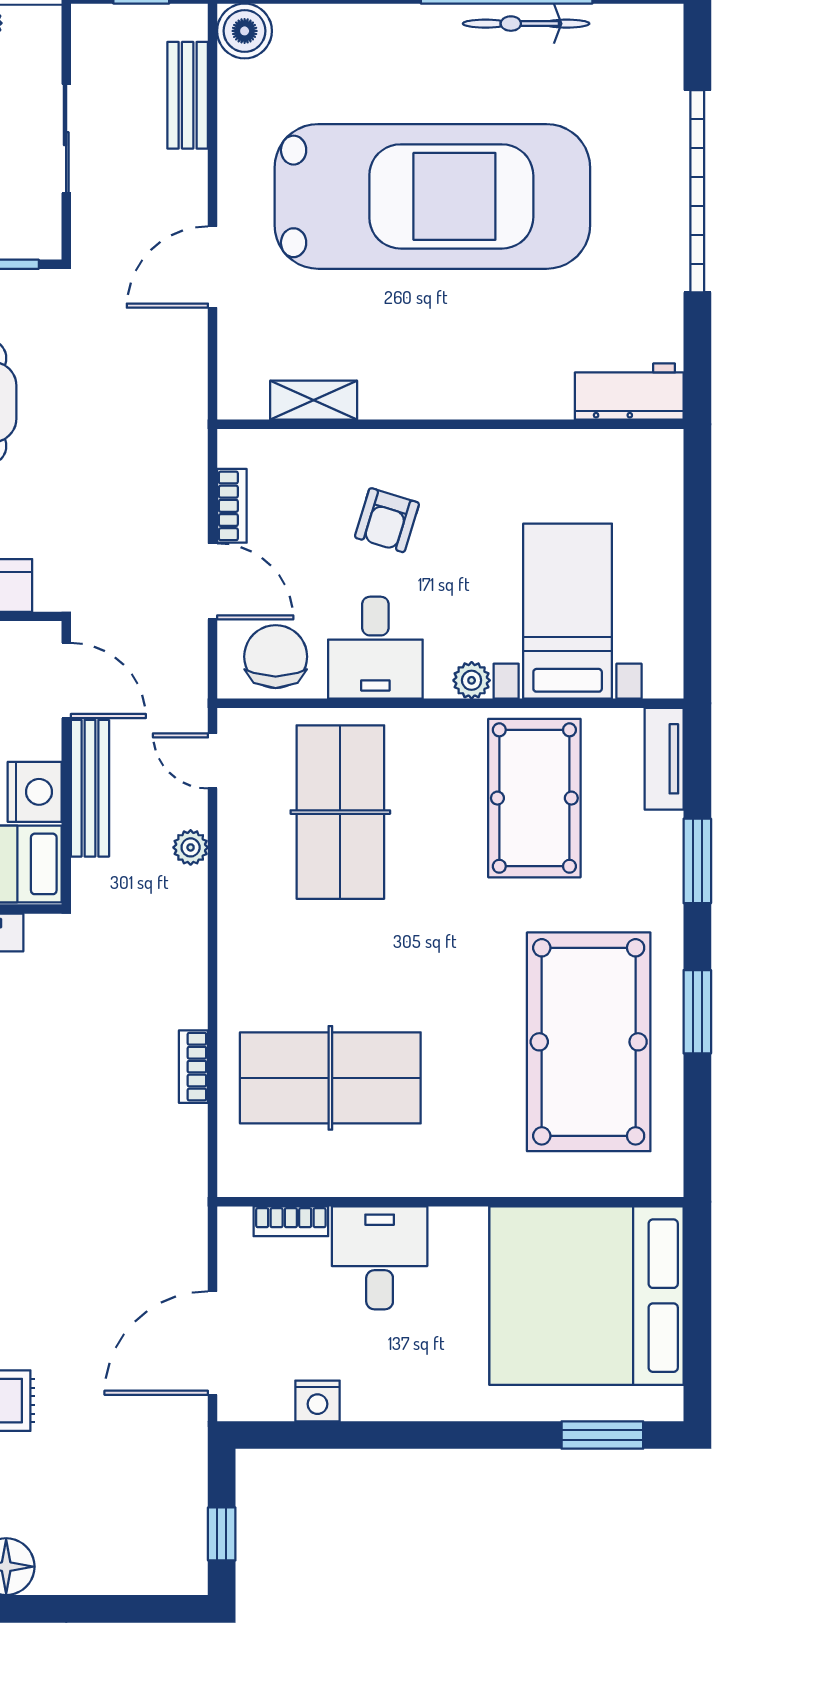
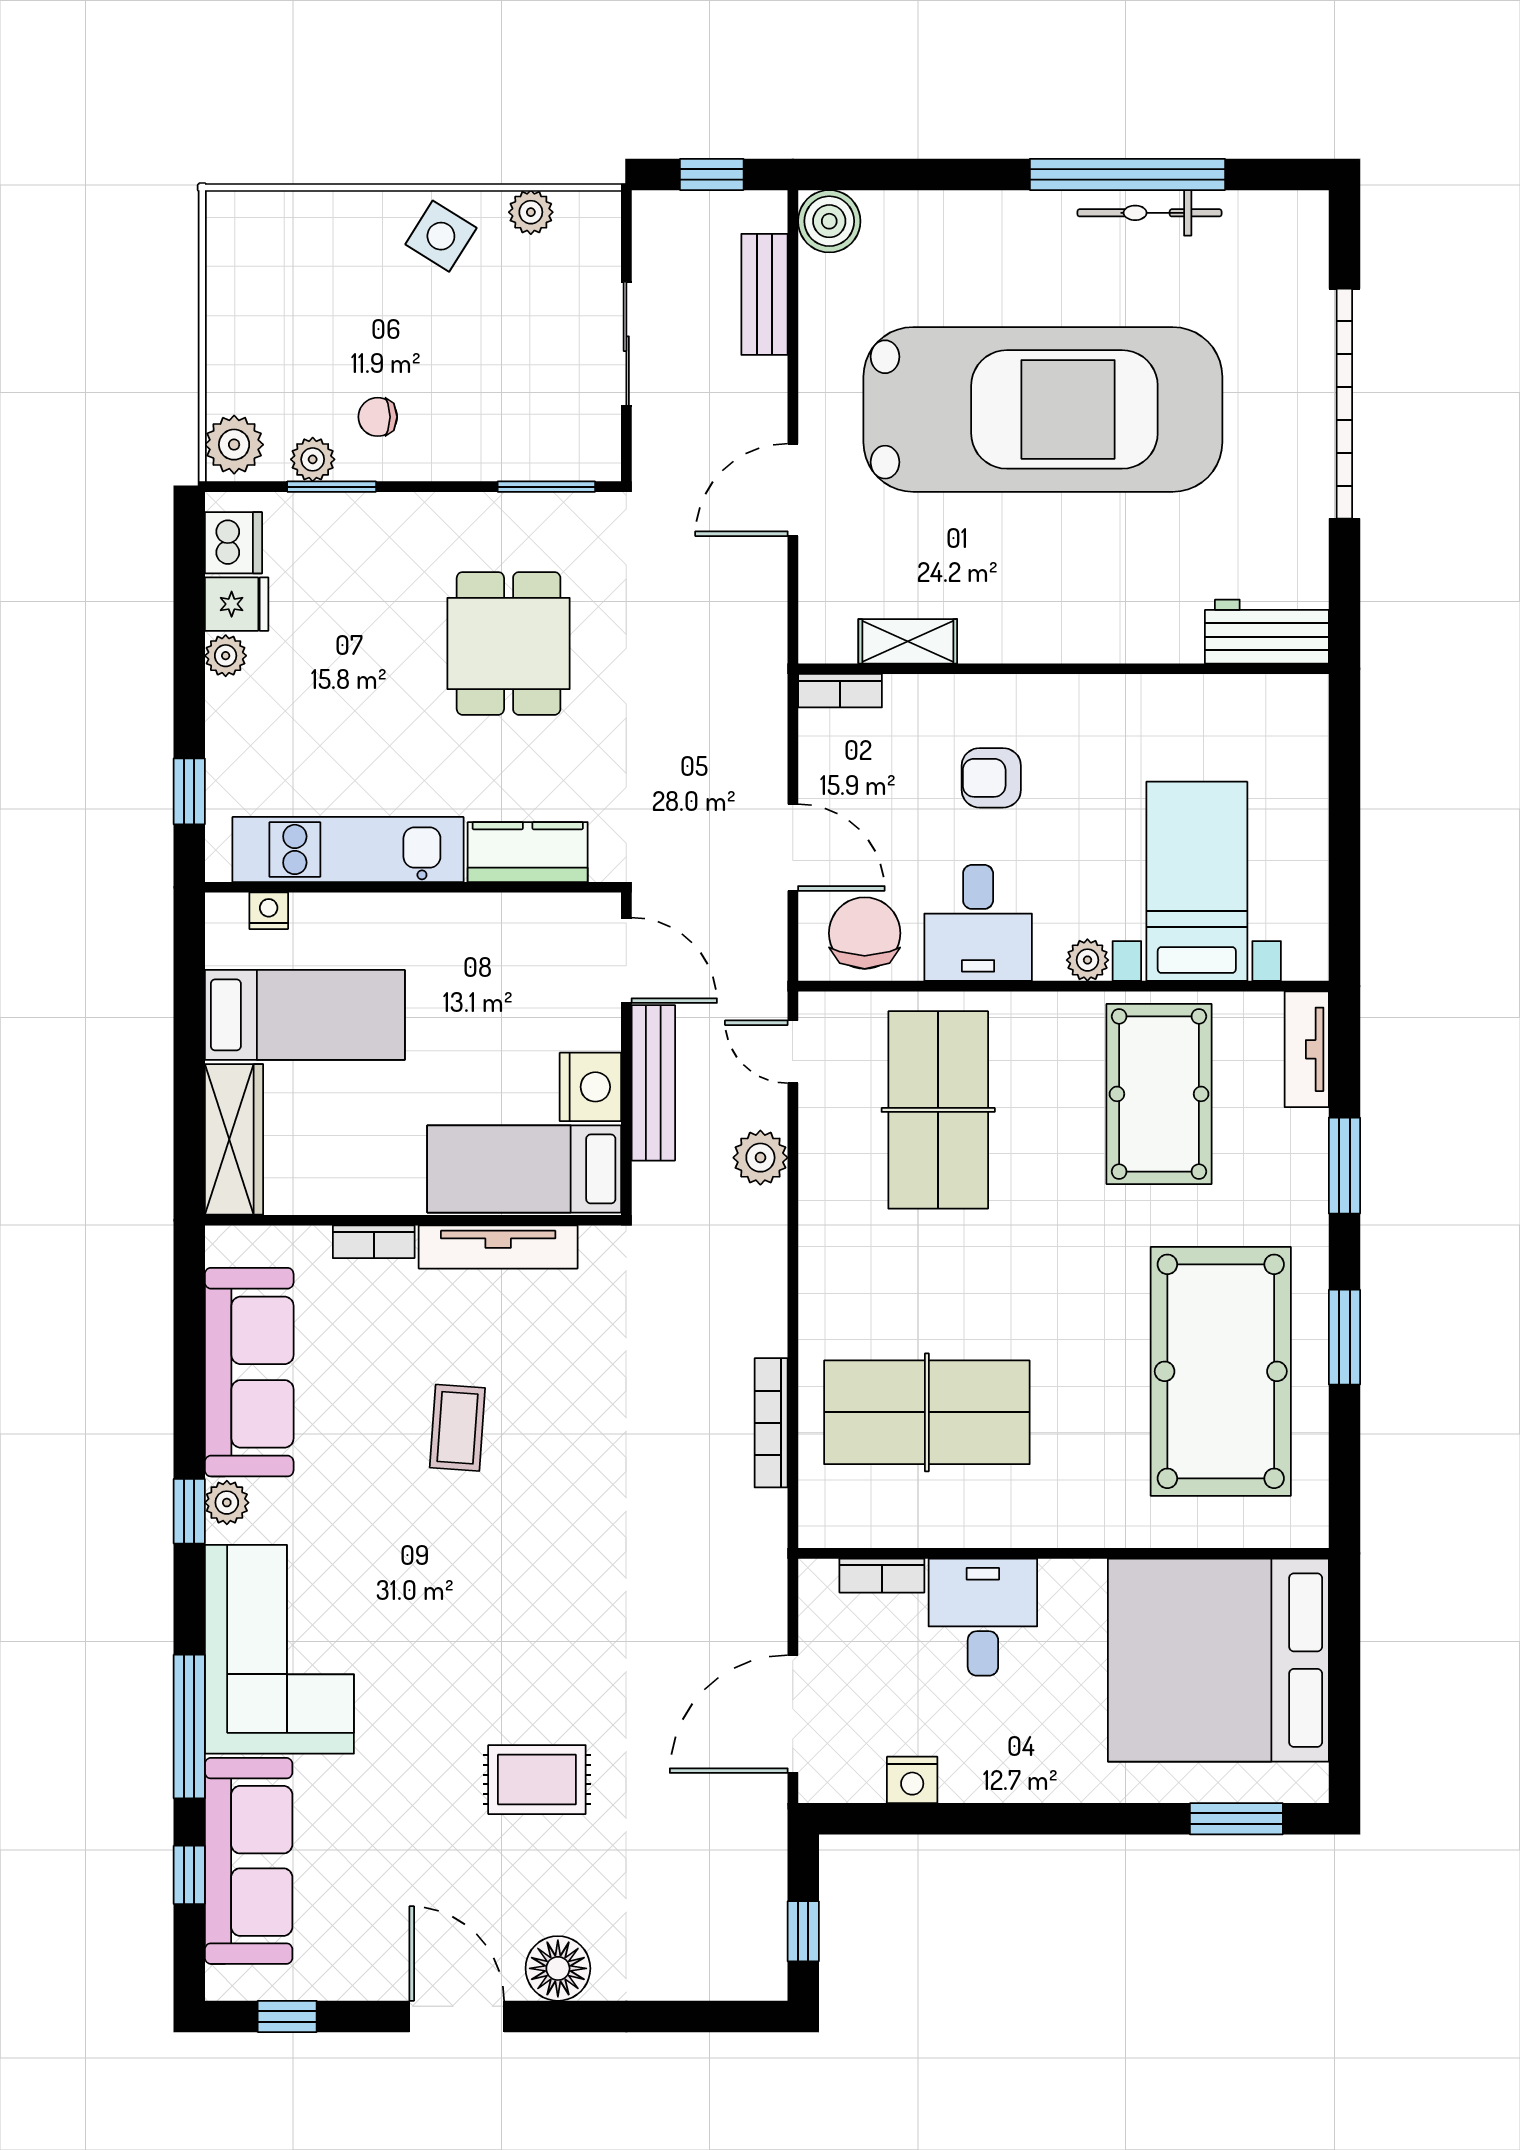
bookcase: (232, 506) -> (840, 691), moved, turned 90
armchair: (387, 520) -> (991, 778), turned 73
plant: (191, 847) -> (760, 1158), width x1.38, depth x1.38
bookcase: (193, 1067) -> (771, 1423), width x1.56

